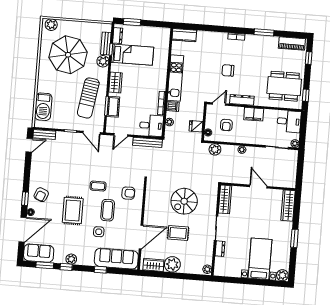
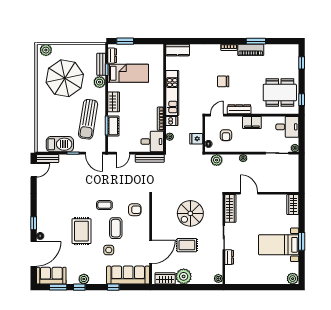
piano: (292, 43) -> (251, 50), moved
barbecue: (43, 107) -> (60, 144), moved, turned -90
door: (258, 187) -> (249, 193), moved
armchair: (41, 195) -> (49, 218), removed
wardrobe: (288, 206) -> (293, 205), width x0.67
bed with nightstands: (260, 259) -> (279, 245), moved, turned -90

